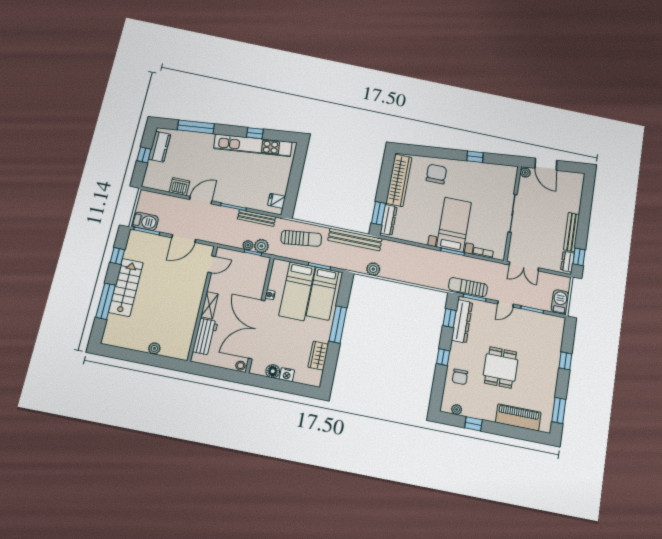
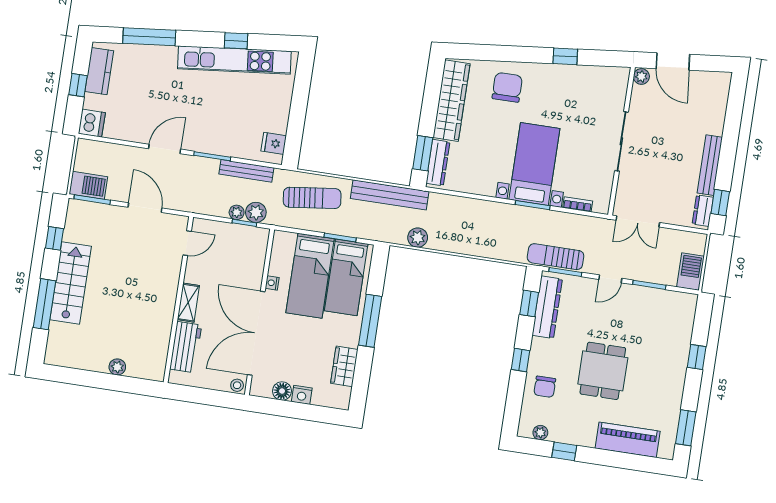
dishwasher: (180, 187) -> (92, 123), moved, turned 90
door: (184, 239) -> (145, 208), swing flipped

